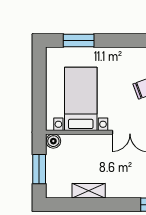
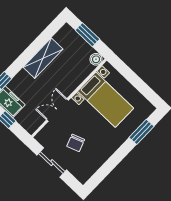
shelving: (89, 191) -> (43, 58), width x1.50, depth x1.33

